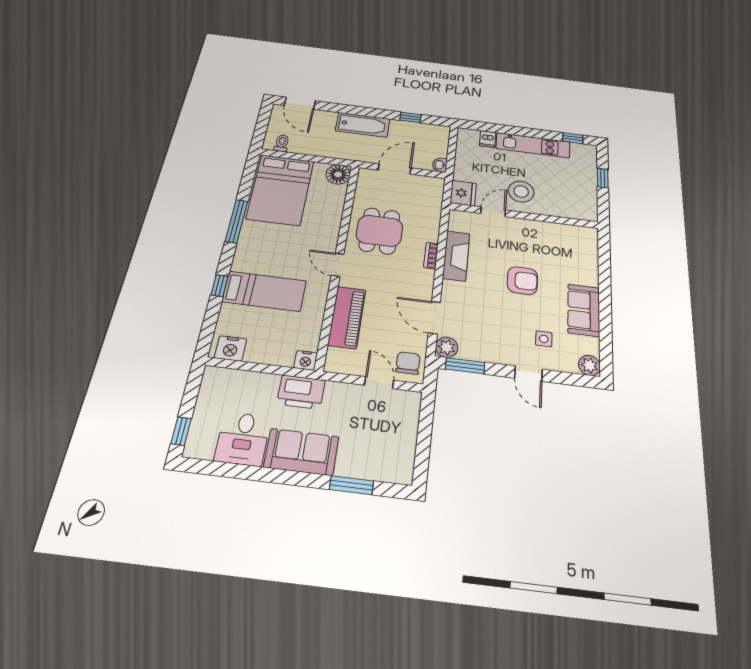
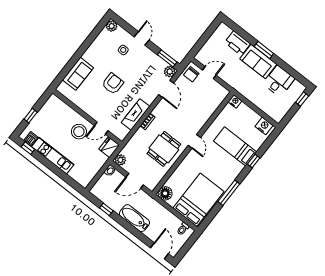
dishwasher: (488, 139) -> (31, 139), moved
plant: (435, 185) -> (120, 160), added
armchair: (522, 281) -> (113, 84), turned 90
sofa: (584, 310) -> (78, 74), moved
piano: (347, 317) -> (205, 112), removed
door: (379, 383) -> (209, 73), swing flipped
printer: (301, 392) -> (237, 43), moved, turned 180
window: (351, 485) -> (264, 50), moved

